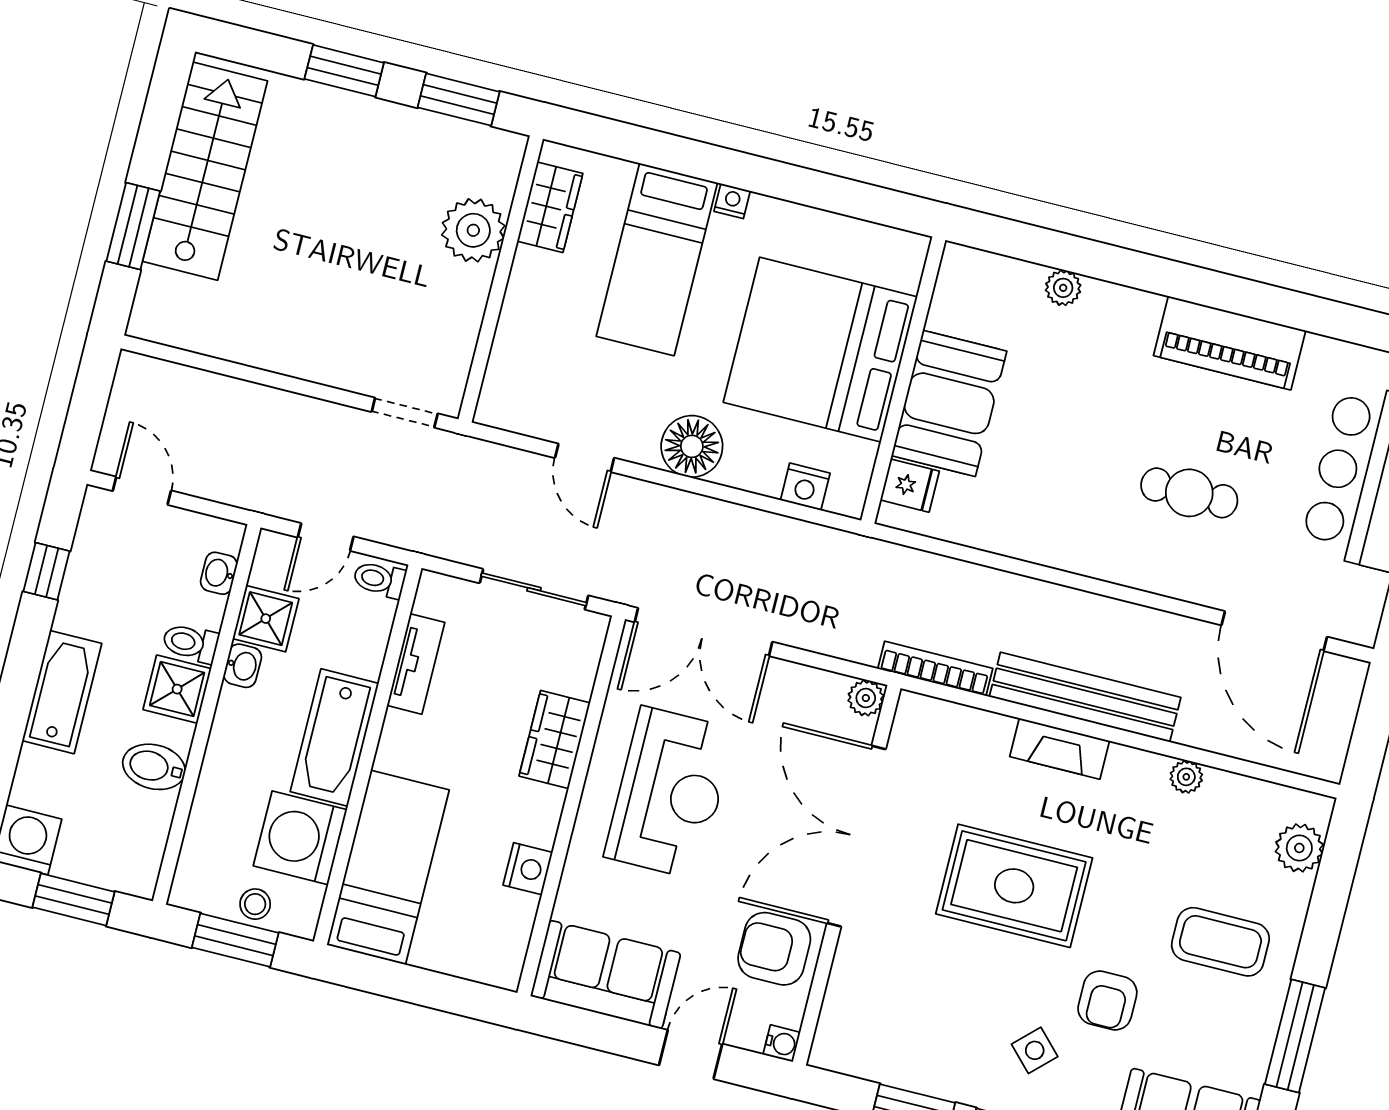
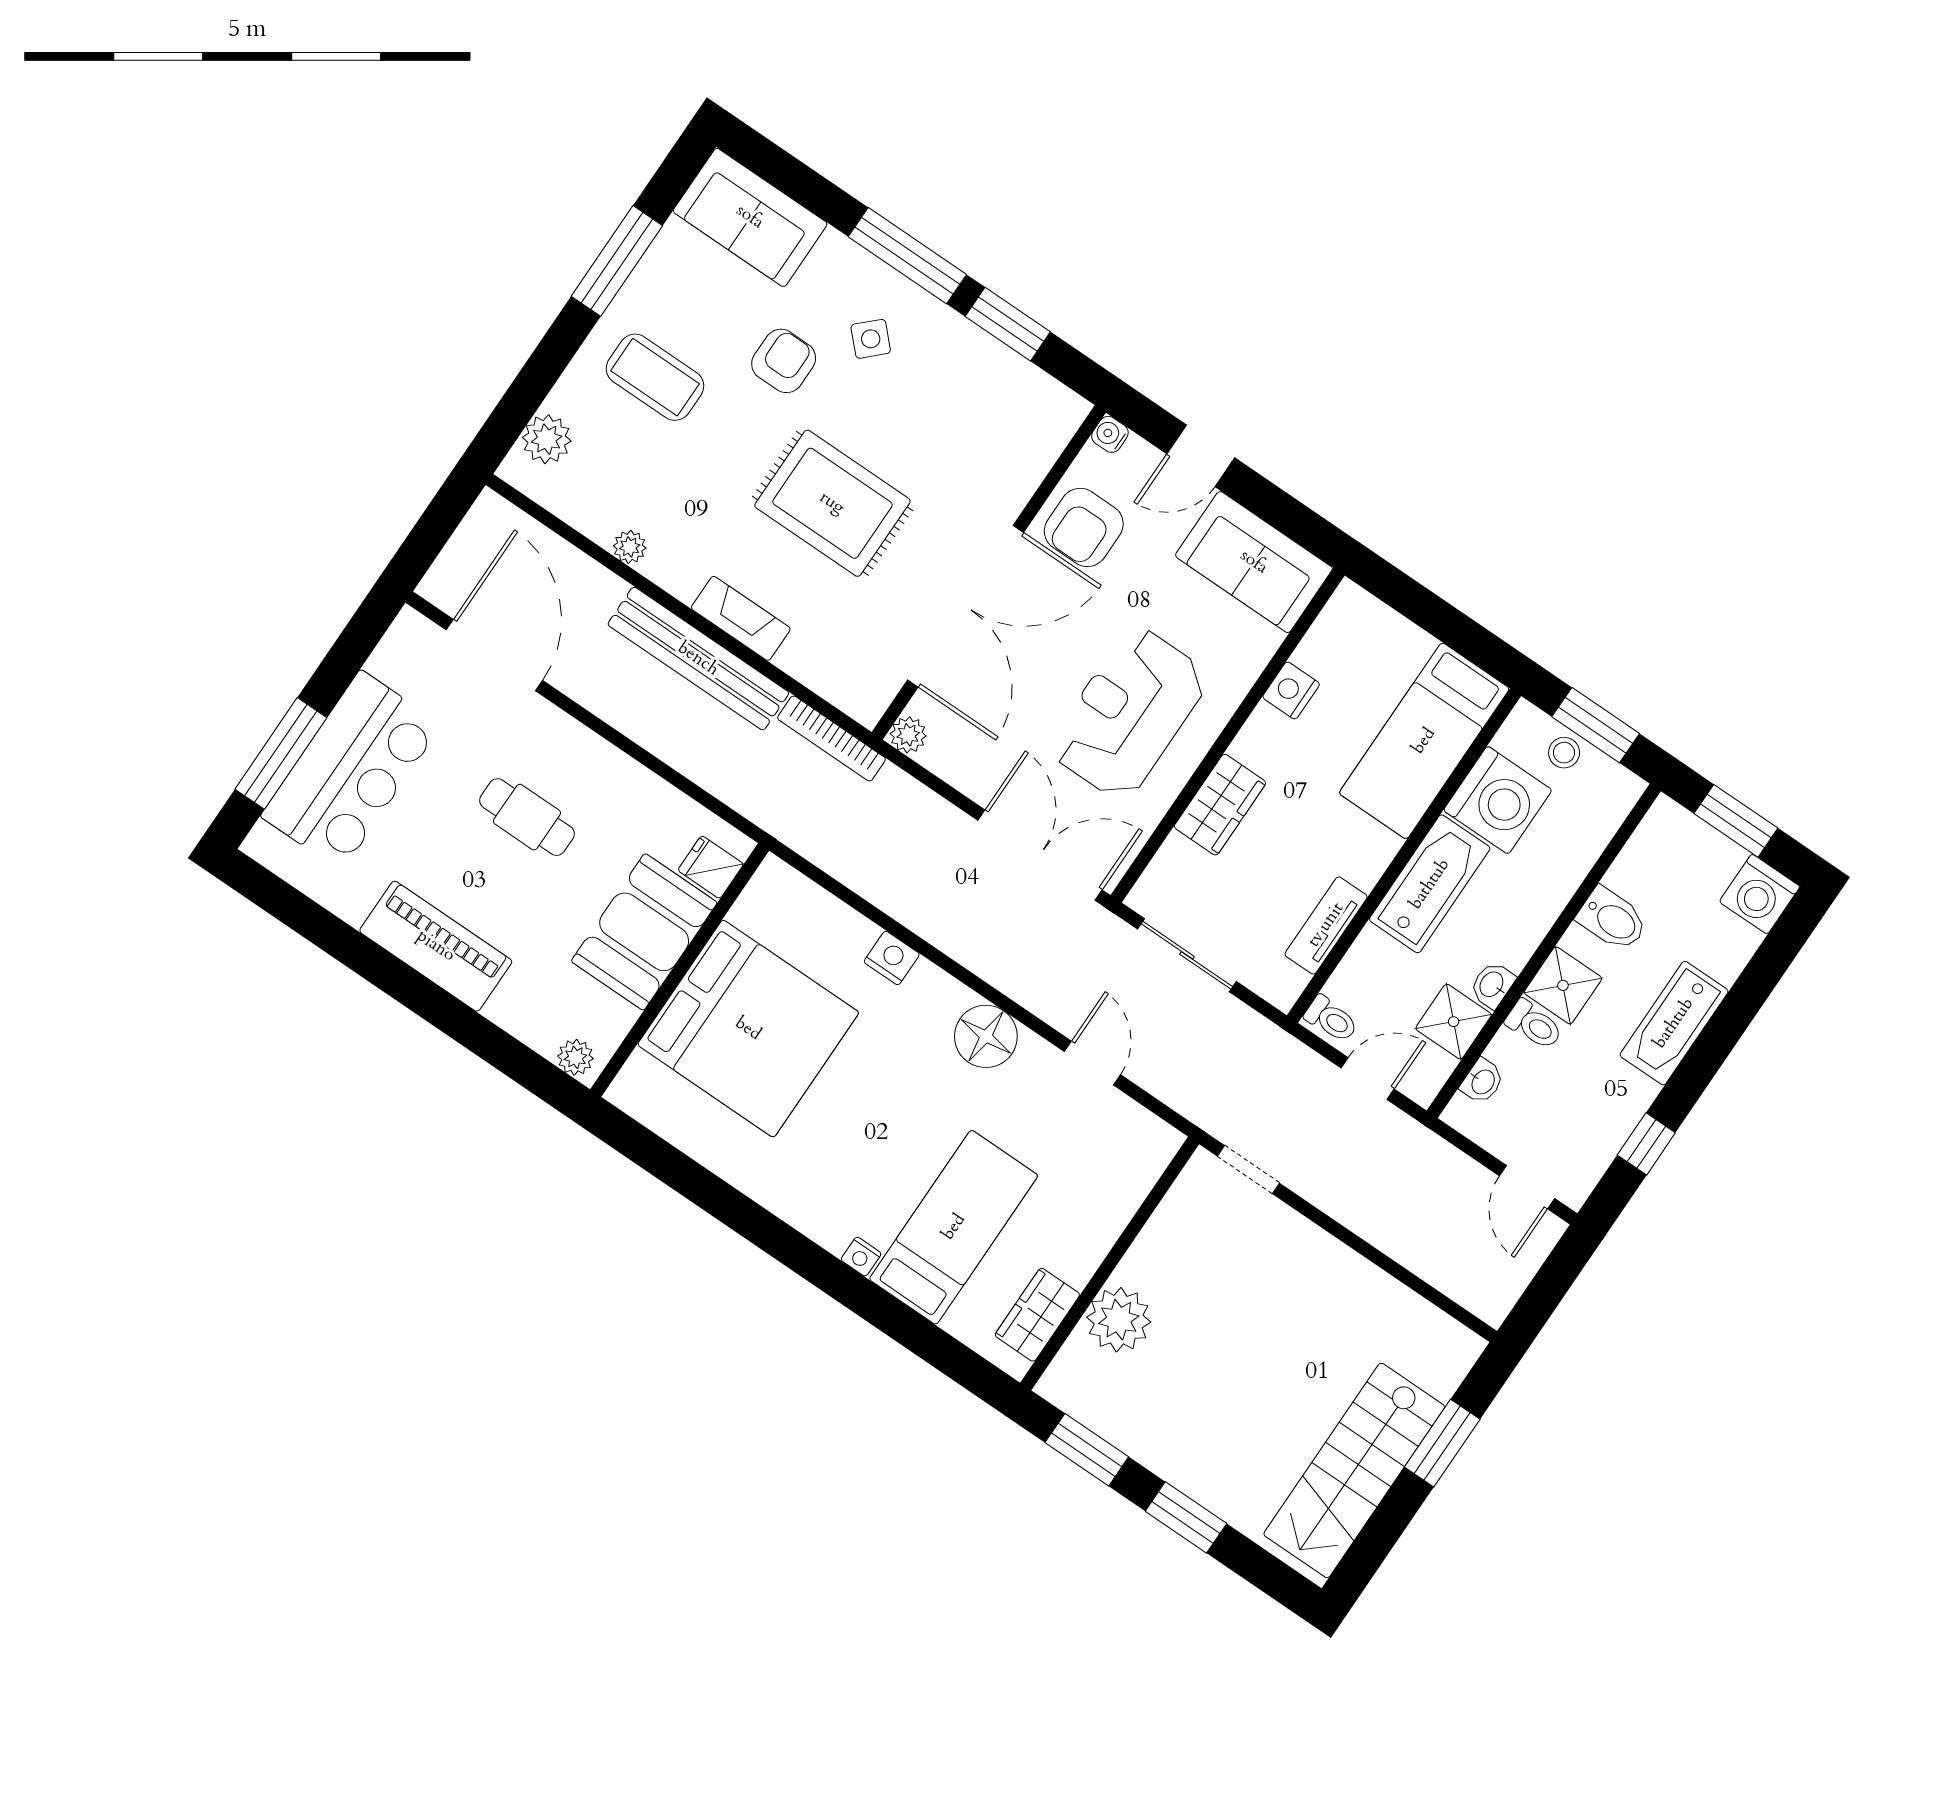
bed: (820, 350) -> (748, 1029), moved
wall: (903, 380) -> (680, 970), moved
booth: (949, 403) -> (644, 932), moved
fridge: (910, 486) -> (711, 867), moved
armchair: (774, 949) -> (1084, 527), turned 90

